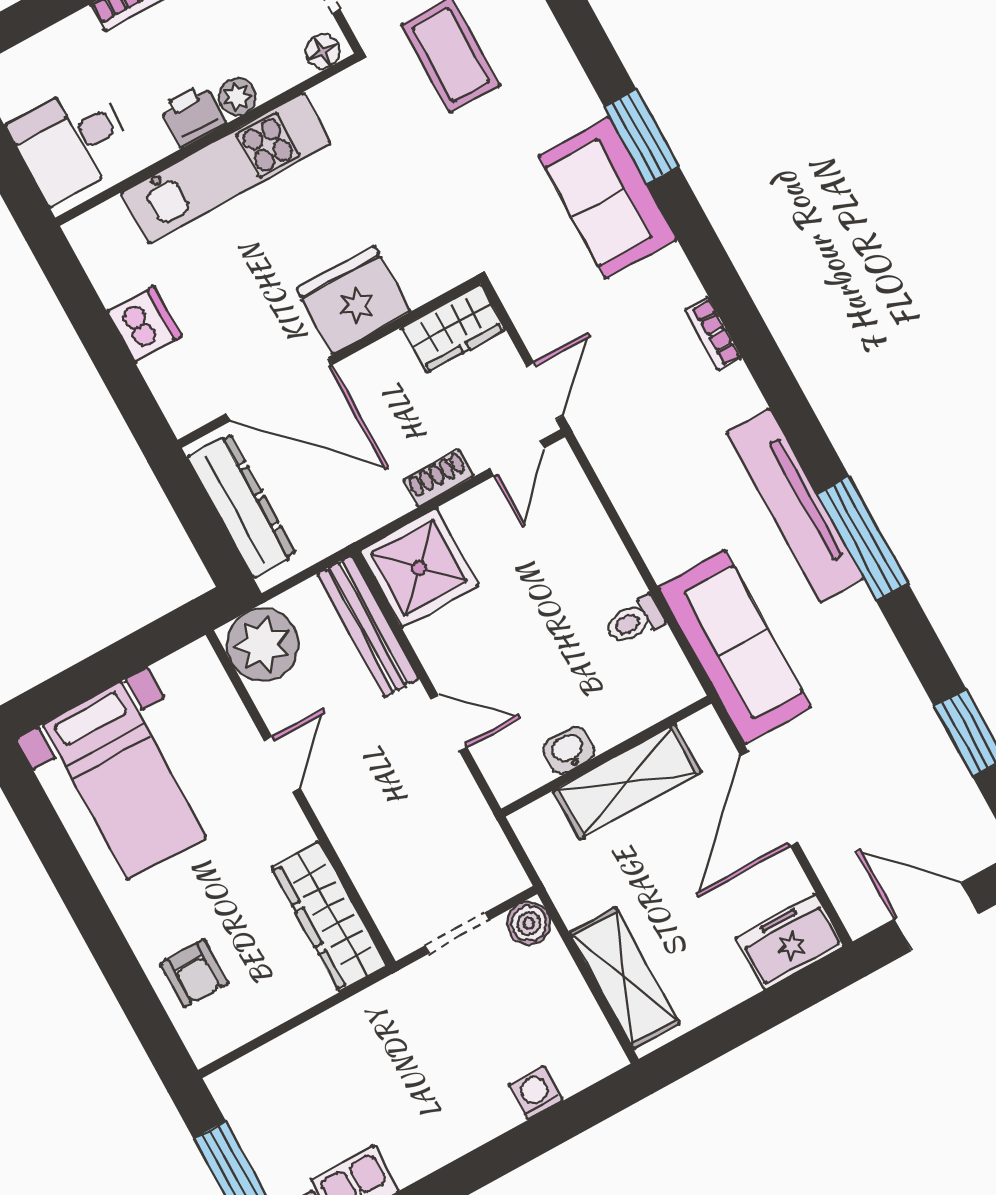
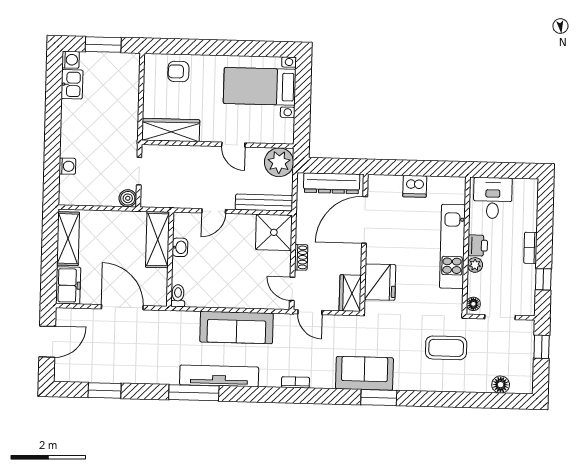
fridge: (354, 300) -> (380, 282), moved
toilet: (634, 620) -> (178, 296), moved
sofa: (735, 647) -> (236, 328), moved
shelving: (627, 782) -> (158, 240), moved
shelving: (624, 978) -> (68, 239), moved, turned 90

